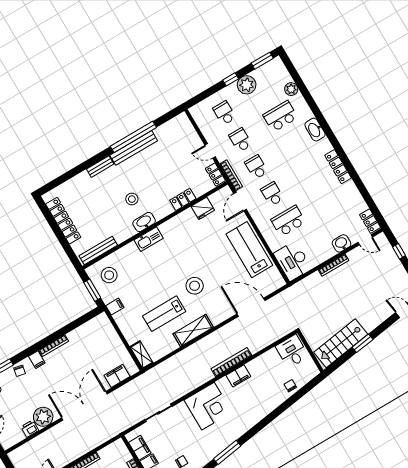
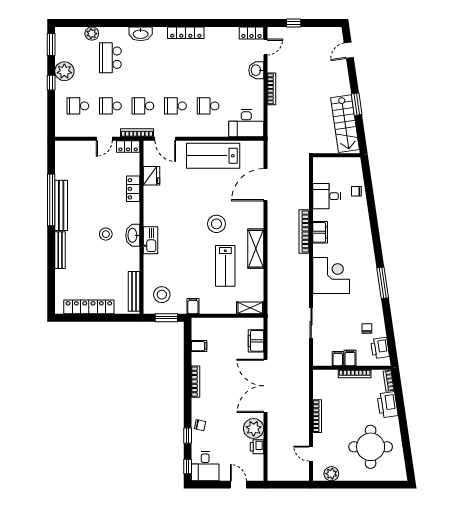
bench: (100, 167) -> (60, 250), width x1.36
school desk: (288, 221) -> (208, 106), width x0.54
desk: (292, 351) -> (327, 196), moved
filing cabinet: (37, 360) -> (199, 346), moved
filing cabinet: (140, 448) -> (338, 359), width x0.50

